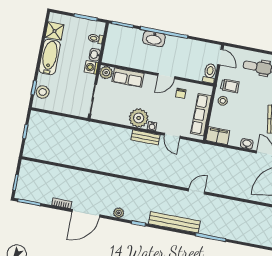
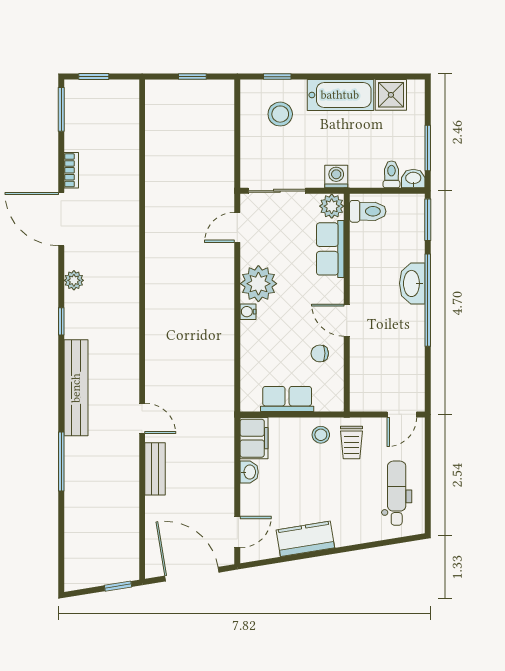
washbasin: (95, 55) -> (413, 179), moved
toilet: (210, 73) -> (368, 211), moved
stool: (43, 92) -> (280, 114), moved
row of seats: (201, 115) -> (287, 399), width x0.68
door: (172, 136) -> (237, 227), moved
bench: (145, 137) -> (155, 469), moved
washbasin: (247, 144) -> (249, 472), moved

